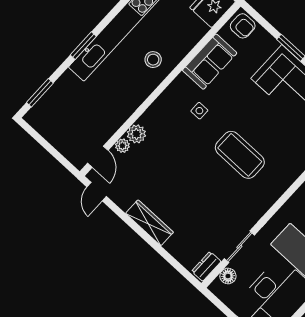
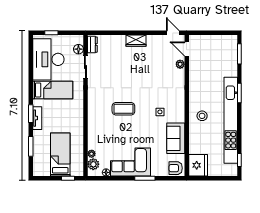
plant: (136, 134) -> (179, 75), removed
coffee table: (240, 155) -> (123, 109), width x0.73, depth x0.76
wardrobe: (149, 223) -> (136, 41), width x0.67

